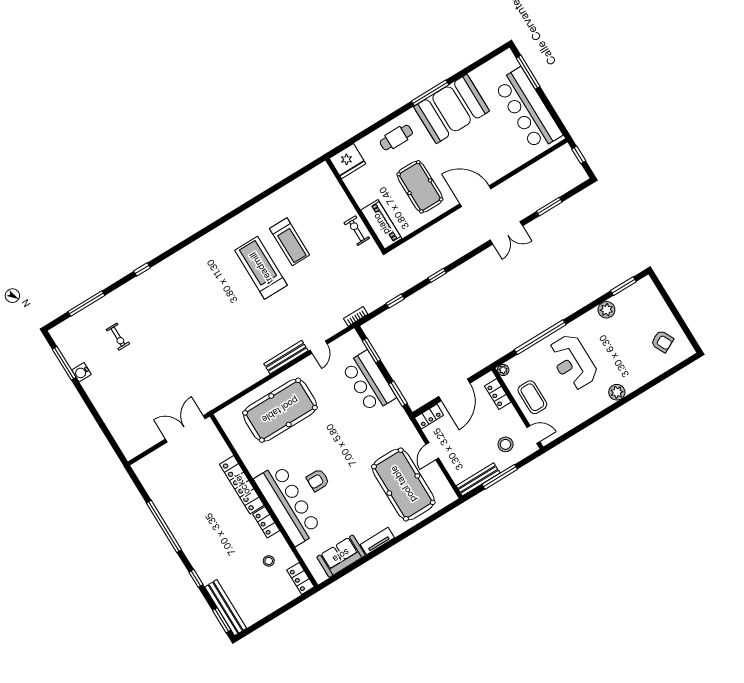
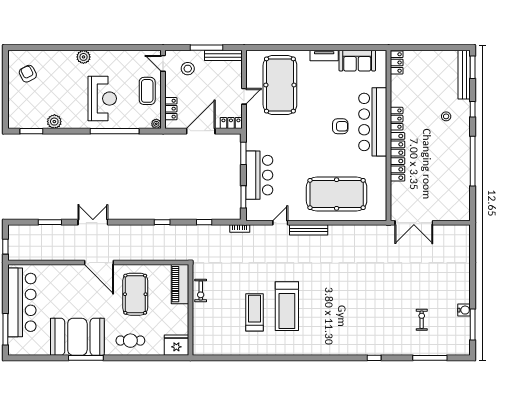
stool: (269, 561) -> (446, 116), moved

